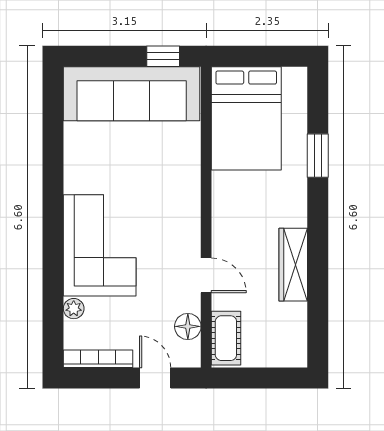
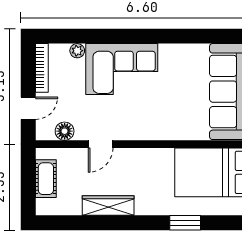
cot: (226, 338) -> (46, 179), moved, turned 90

